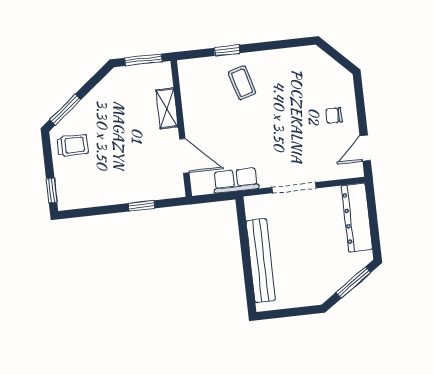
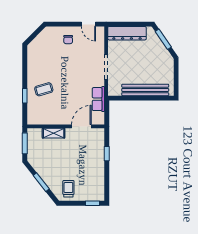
window: (65, 110) -> (41, 182), moved

